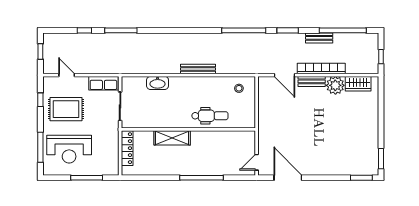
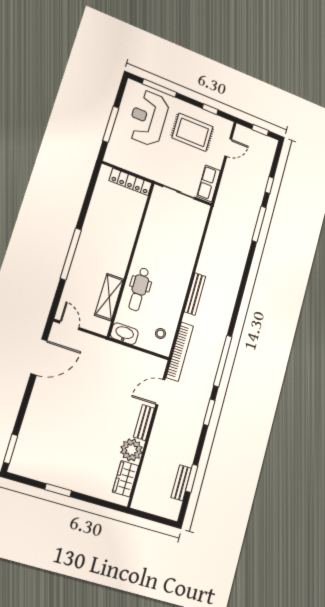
window: (343, 30) -> (192, 478), width x0.47
bench: (319, 38) -> (181, 483), moved
window: (381, 57) -> (149, 517), removed
bookcase: (321, 68) -> (180, 352), moved
washbasin: (158, 83) -> (124, 334), moved, turned 90
rug: (66, 109) -> (192, 132), turned 90
shelving: (172, 138) -> (109, 297), moved
window: (381, 159) -> (58, 490), moved

